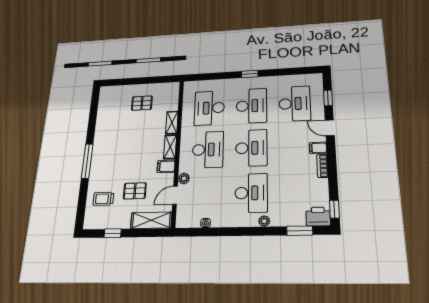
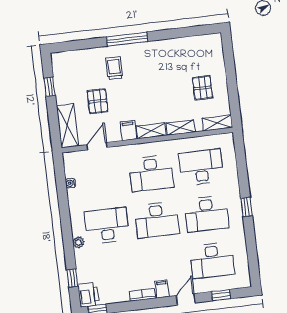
shelving: (174, 93) -> (217, 123), added
plant: (184, 178) -> (116, 152), removed
desk: (251, 193) -> (107, 226), turned 180
door: (175, 195) -> (97, 146), hinge flipped
trolley: (103, 199) -> (114, 68), moved
window: (300, 231) -> (72, 278), width x0.67

